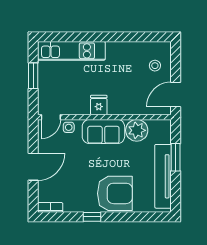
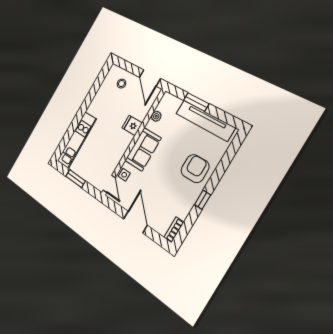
fridge: (99, 105) -> (132, 125), moved
plant: (137, 130) -> (156, 116), width x0.53, depth x0.53
armchair: (115, 193) -> (195, 169), width x0.73, depth x0.73

